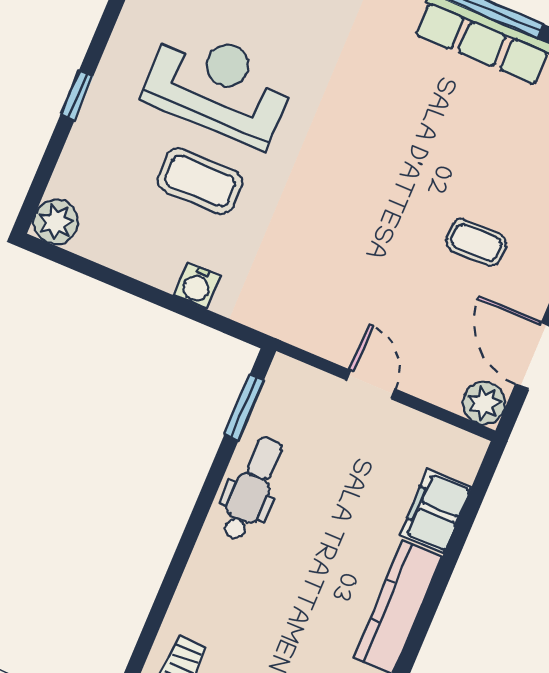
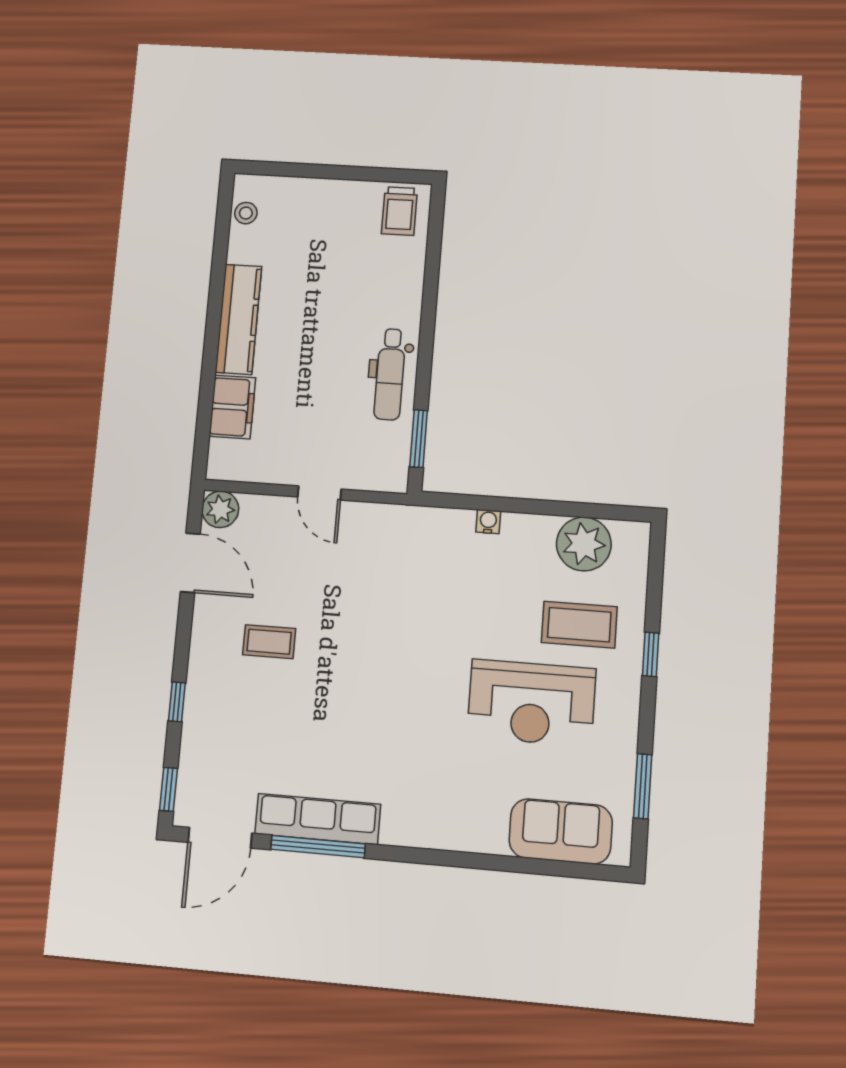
coffee table: (200, 181) -> (579, 625), moved
plant: (56, 222) -> (584, 544), moved, width x1.36, depth x1.36
water cooler: (197, 286) -> (488, 522), width x0.72, depth x0.72

